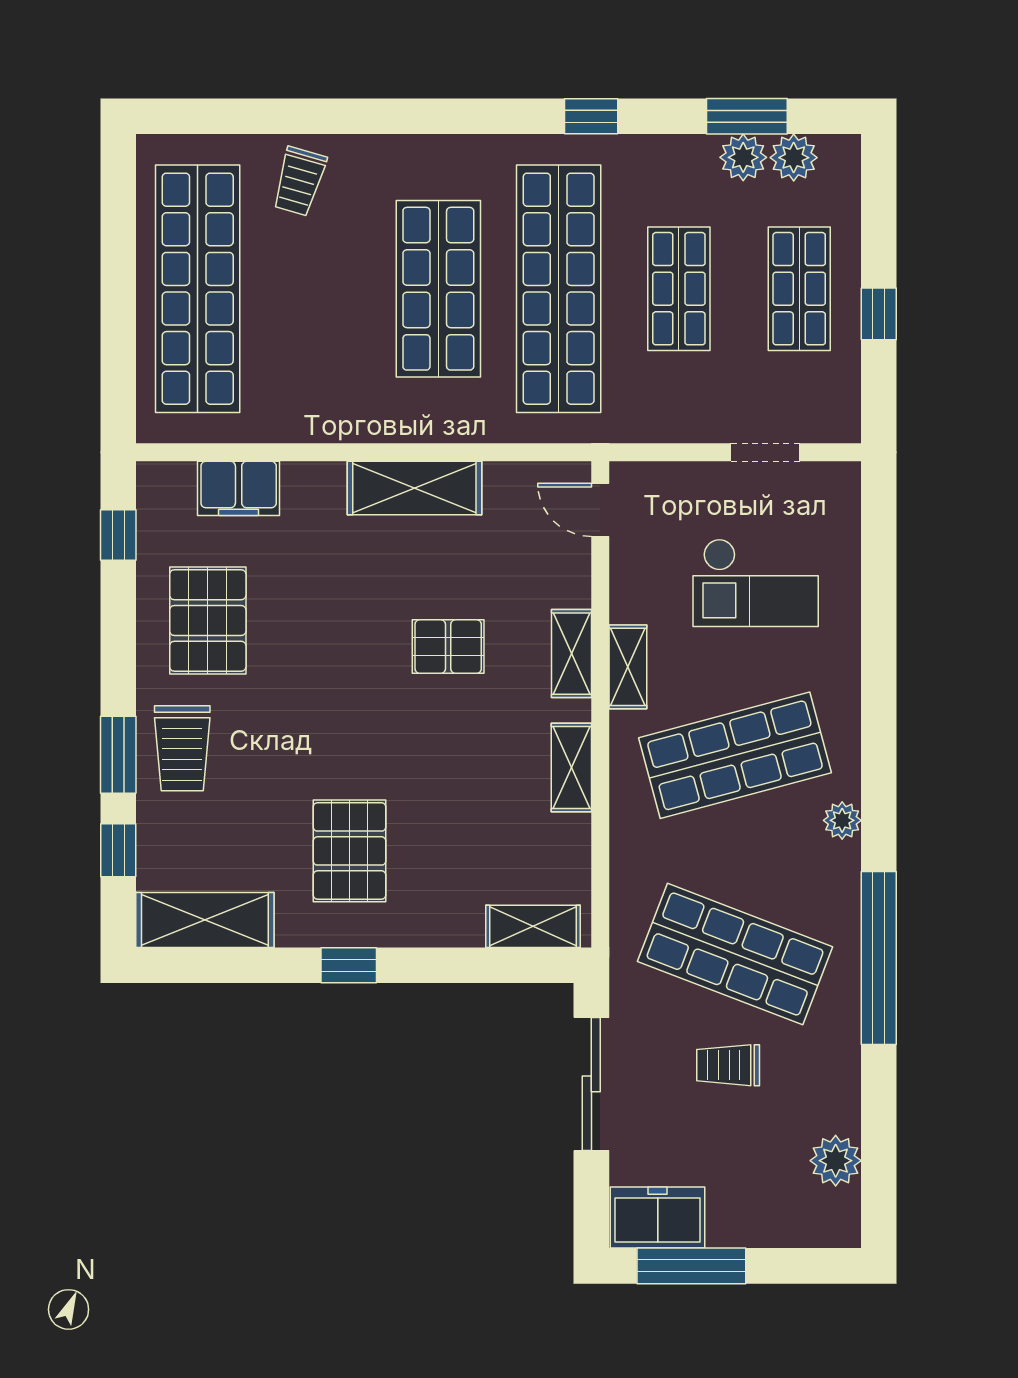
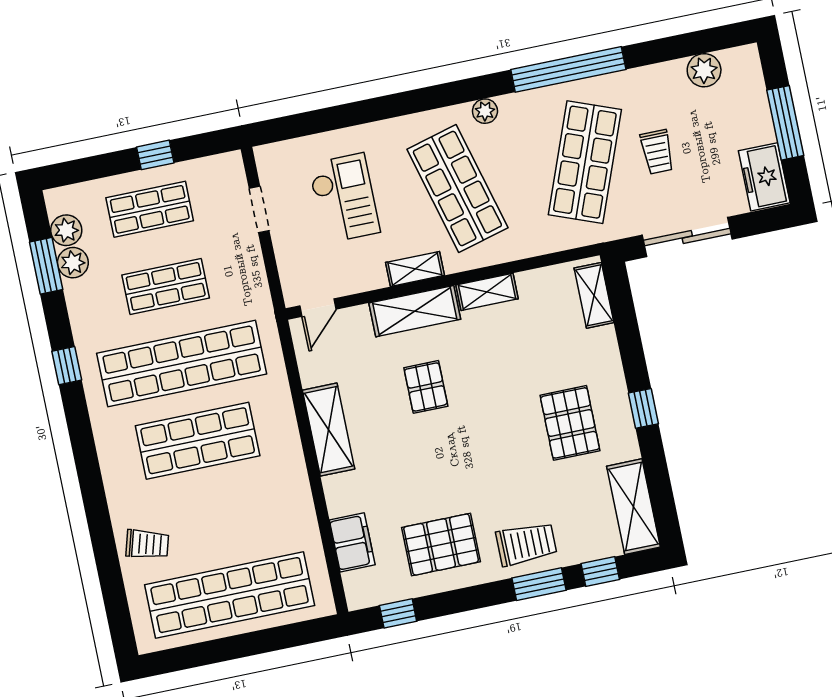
shelving: (572, 654) -> (415, 311), width x1.50, depth x1.33
pallet: (350, 851) -> (570, 423), turned 90
window: (691, 1266) -> (785, 123), moved

